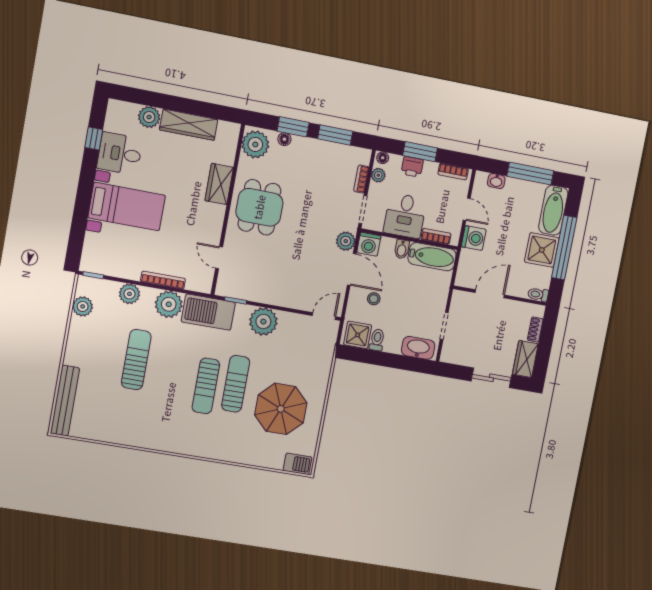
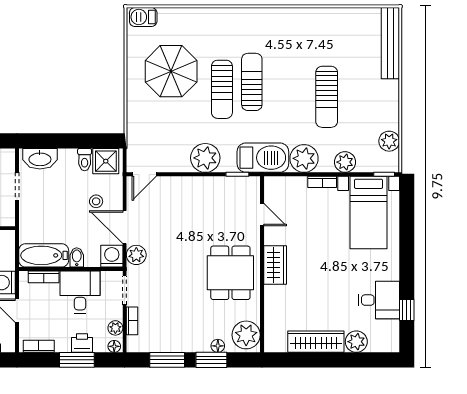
wardrobe: (219, 184) -> (275, 265), moved
bed with nightstands: (127, 207) -> (369, 213), moved, turned -90
bookcase: (163, 280) -> (322, 182), width x0.64

